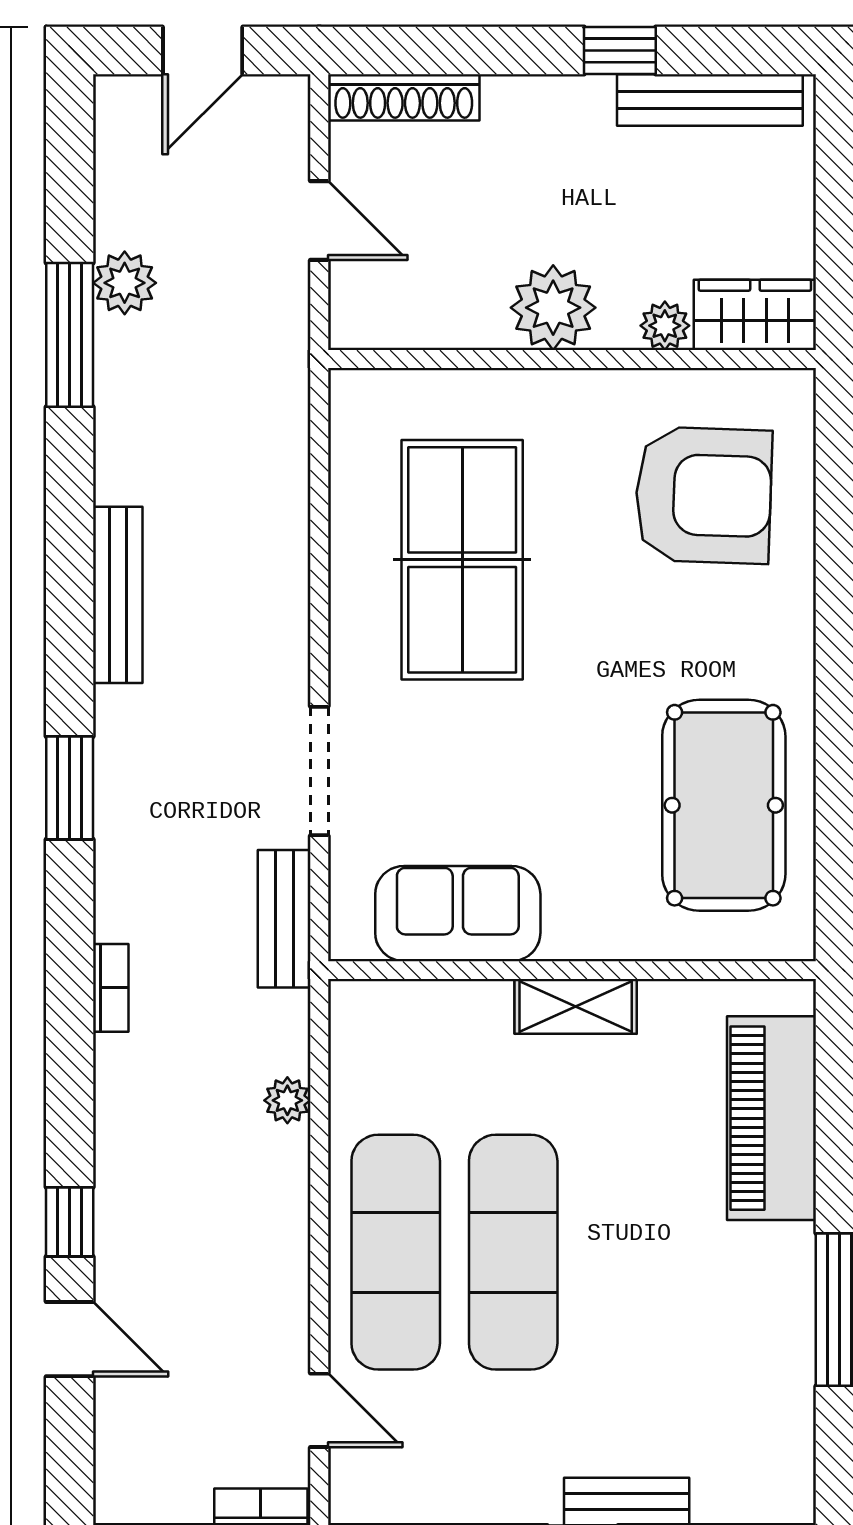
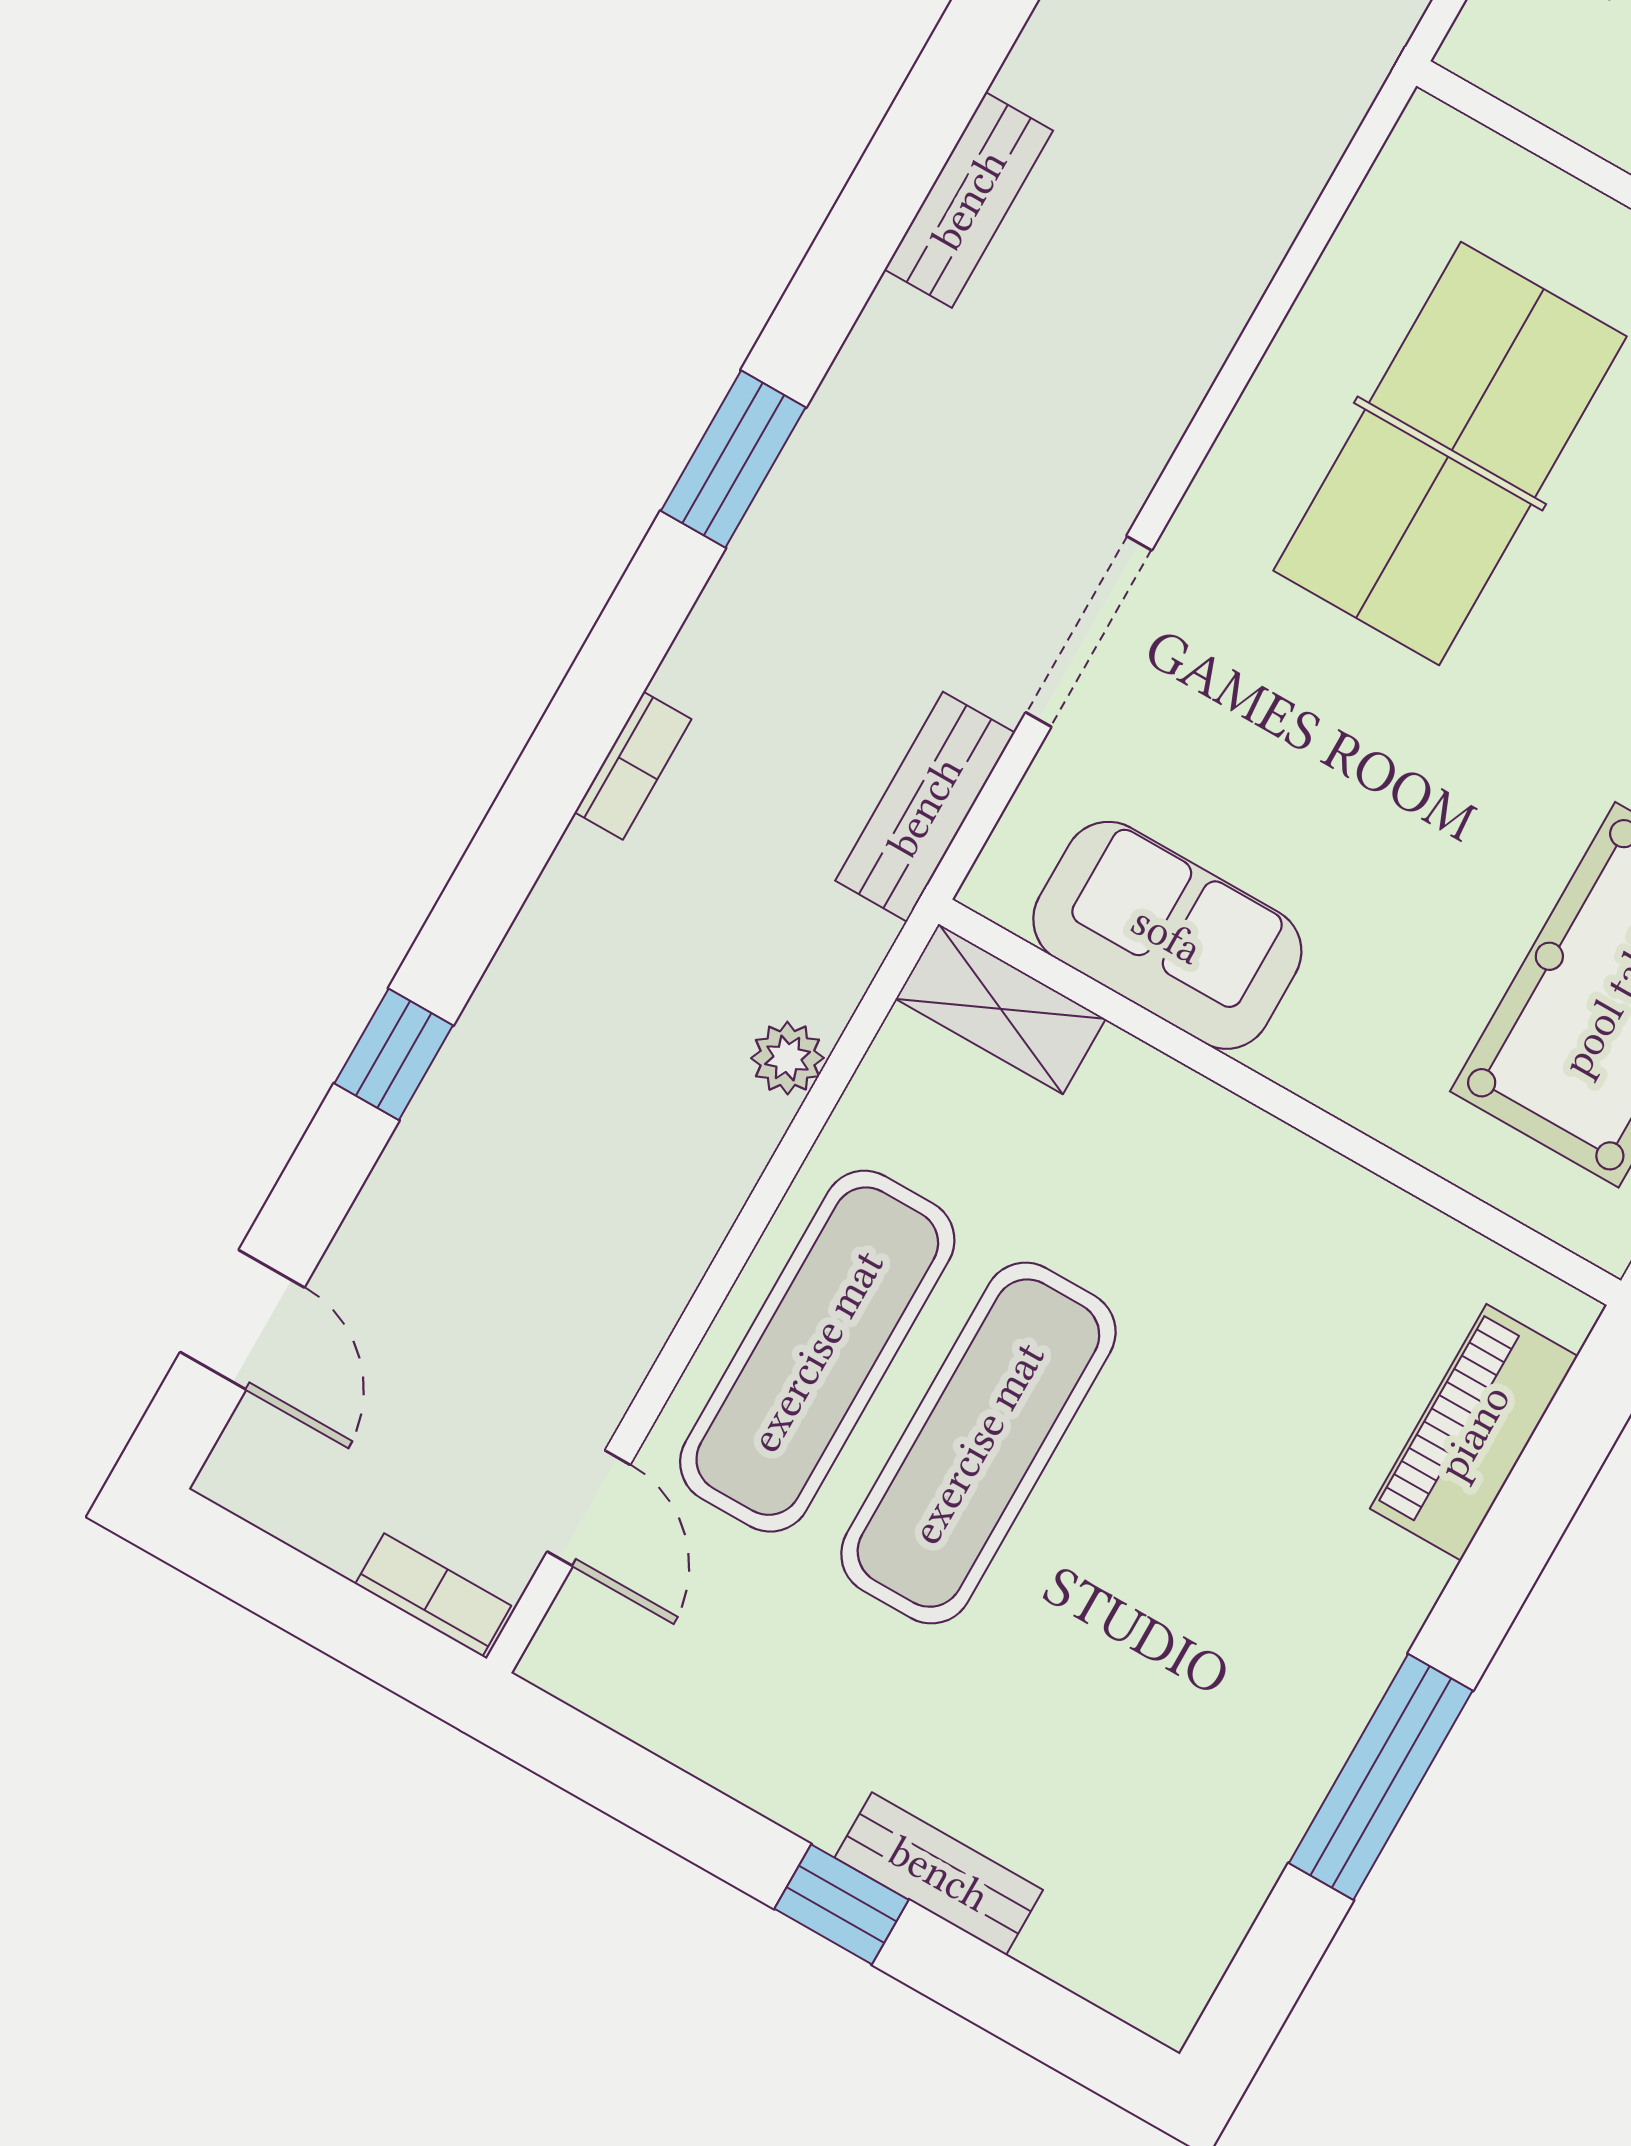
bench: (118, 595) -> (969, 200), width x0.73
shelving: (576, 1006) -> (1001, 1009), moved
piano: (771, 1118) -> (1474, 1432), width x0.73, depth x0.75
door: (70, 1339) -> (242, 1320), moved

